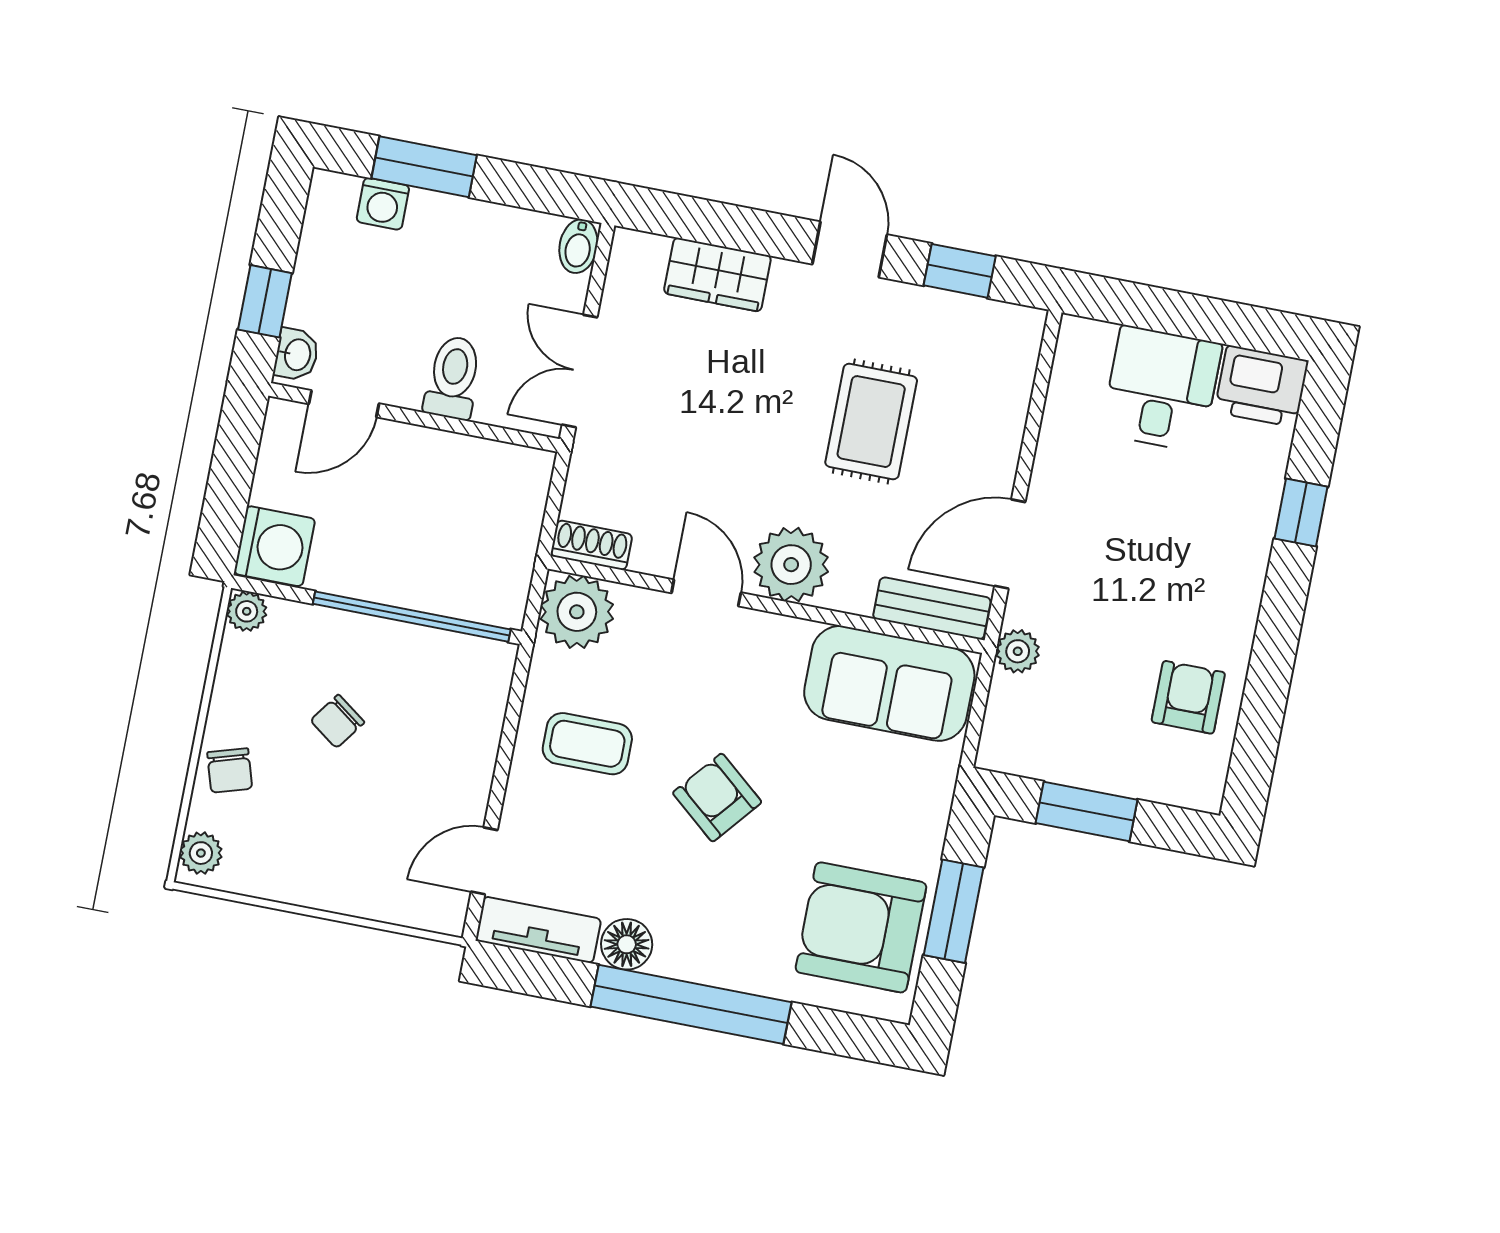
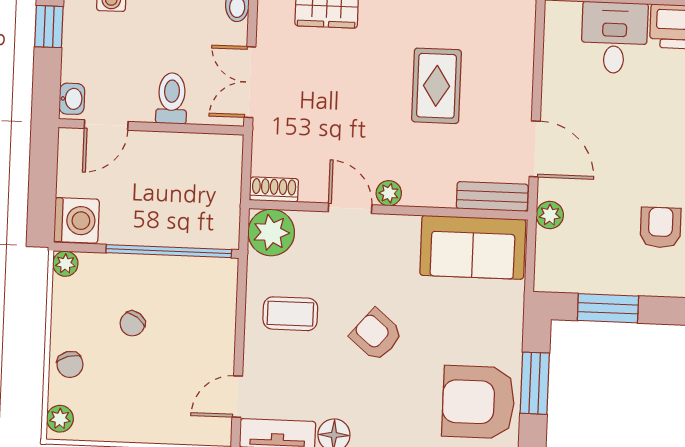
window: (265, 301) -> (49, 27), moved
door: (1010, 544) -> (535, 149), swing flipped
plant: (791, 565) -> (389, 193), width x0.53, depth x0.53

